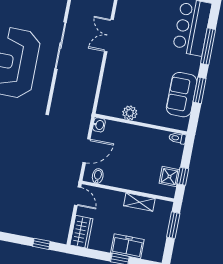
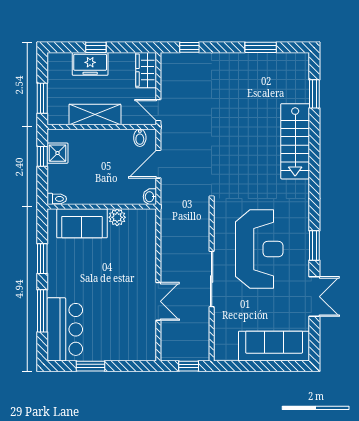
sofa: (182, 95) -> (82, 223), moved, turned 90
shelving: (139, 202) -> (95, 115), width x1.50, depth x1.33

